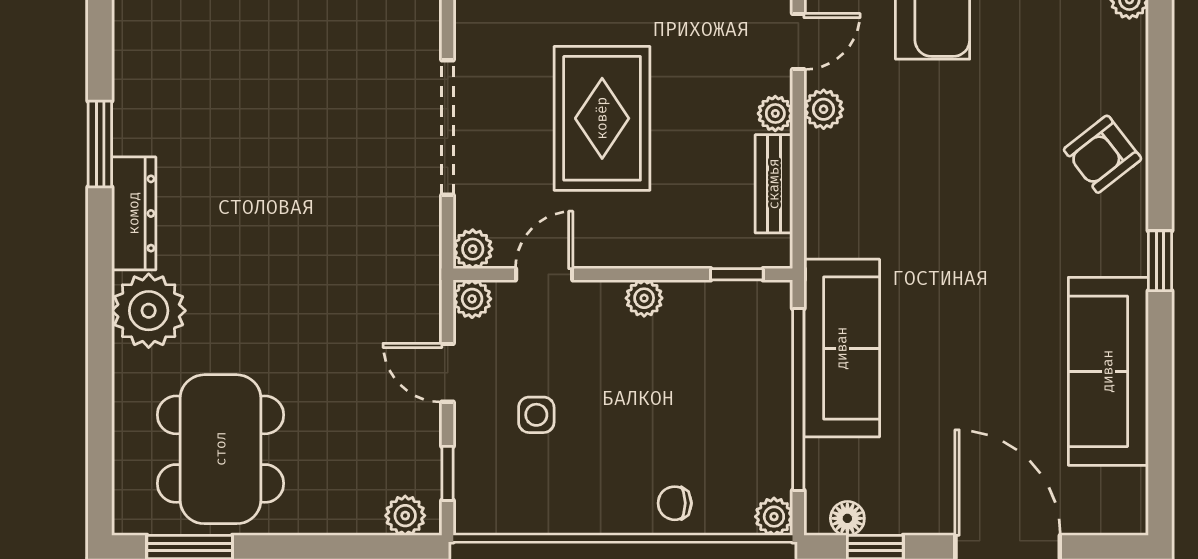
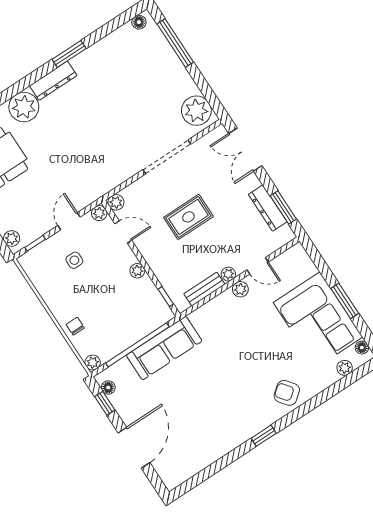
rug: (602, 118) -> (188, 217), width x0.73, depth x0.70
doorway: (448, 128) -> (167, 157), moved
sofa: (1108, 371) -> (215, 443), removed

